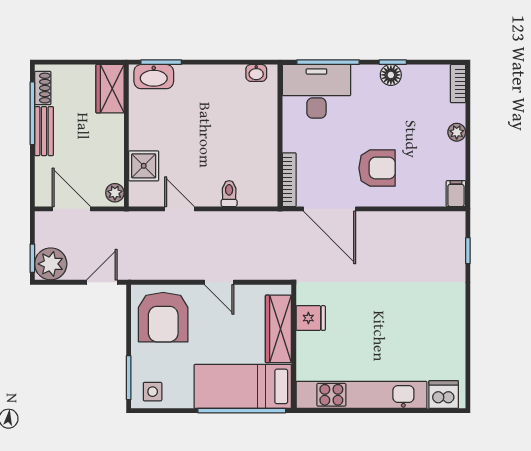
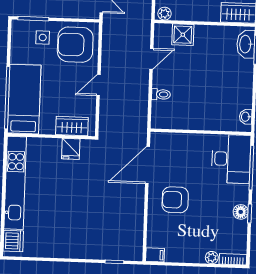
plant: (457, 132) -> (212, 258), moved
armchair: (377, 168) -> (175, 200), turned 90
bookcase: (289, 180) -> (169, 137), removed
wardrobe: (278, 329) -> (72, 126), width x0.67
side table: (153, 392) -> (43, 38), moved

